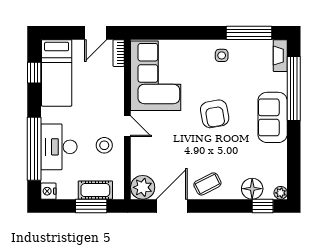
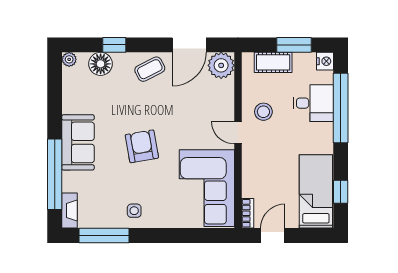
desk: (59, 147) -> (313, 103), width x0.73
window: (91, 206) -> (294, 45), moved
window: (263, 206) -> (114, 45), moved

